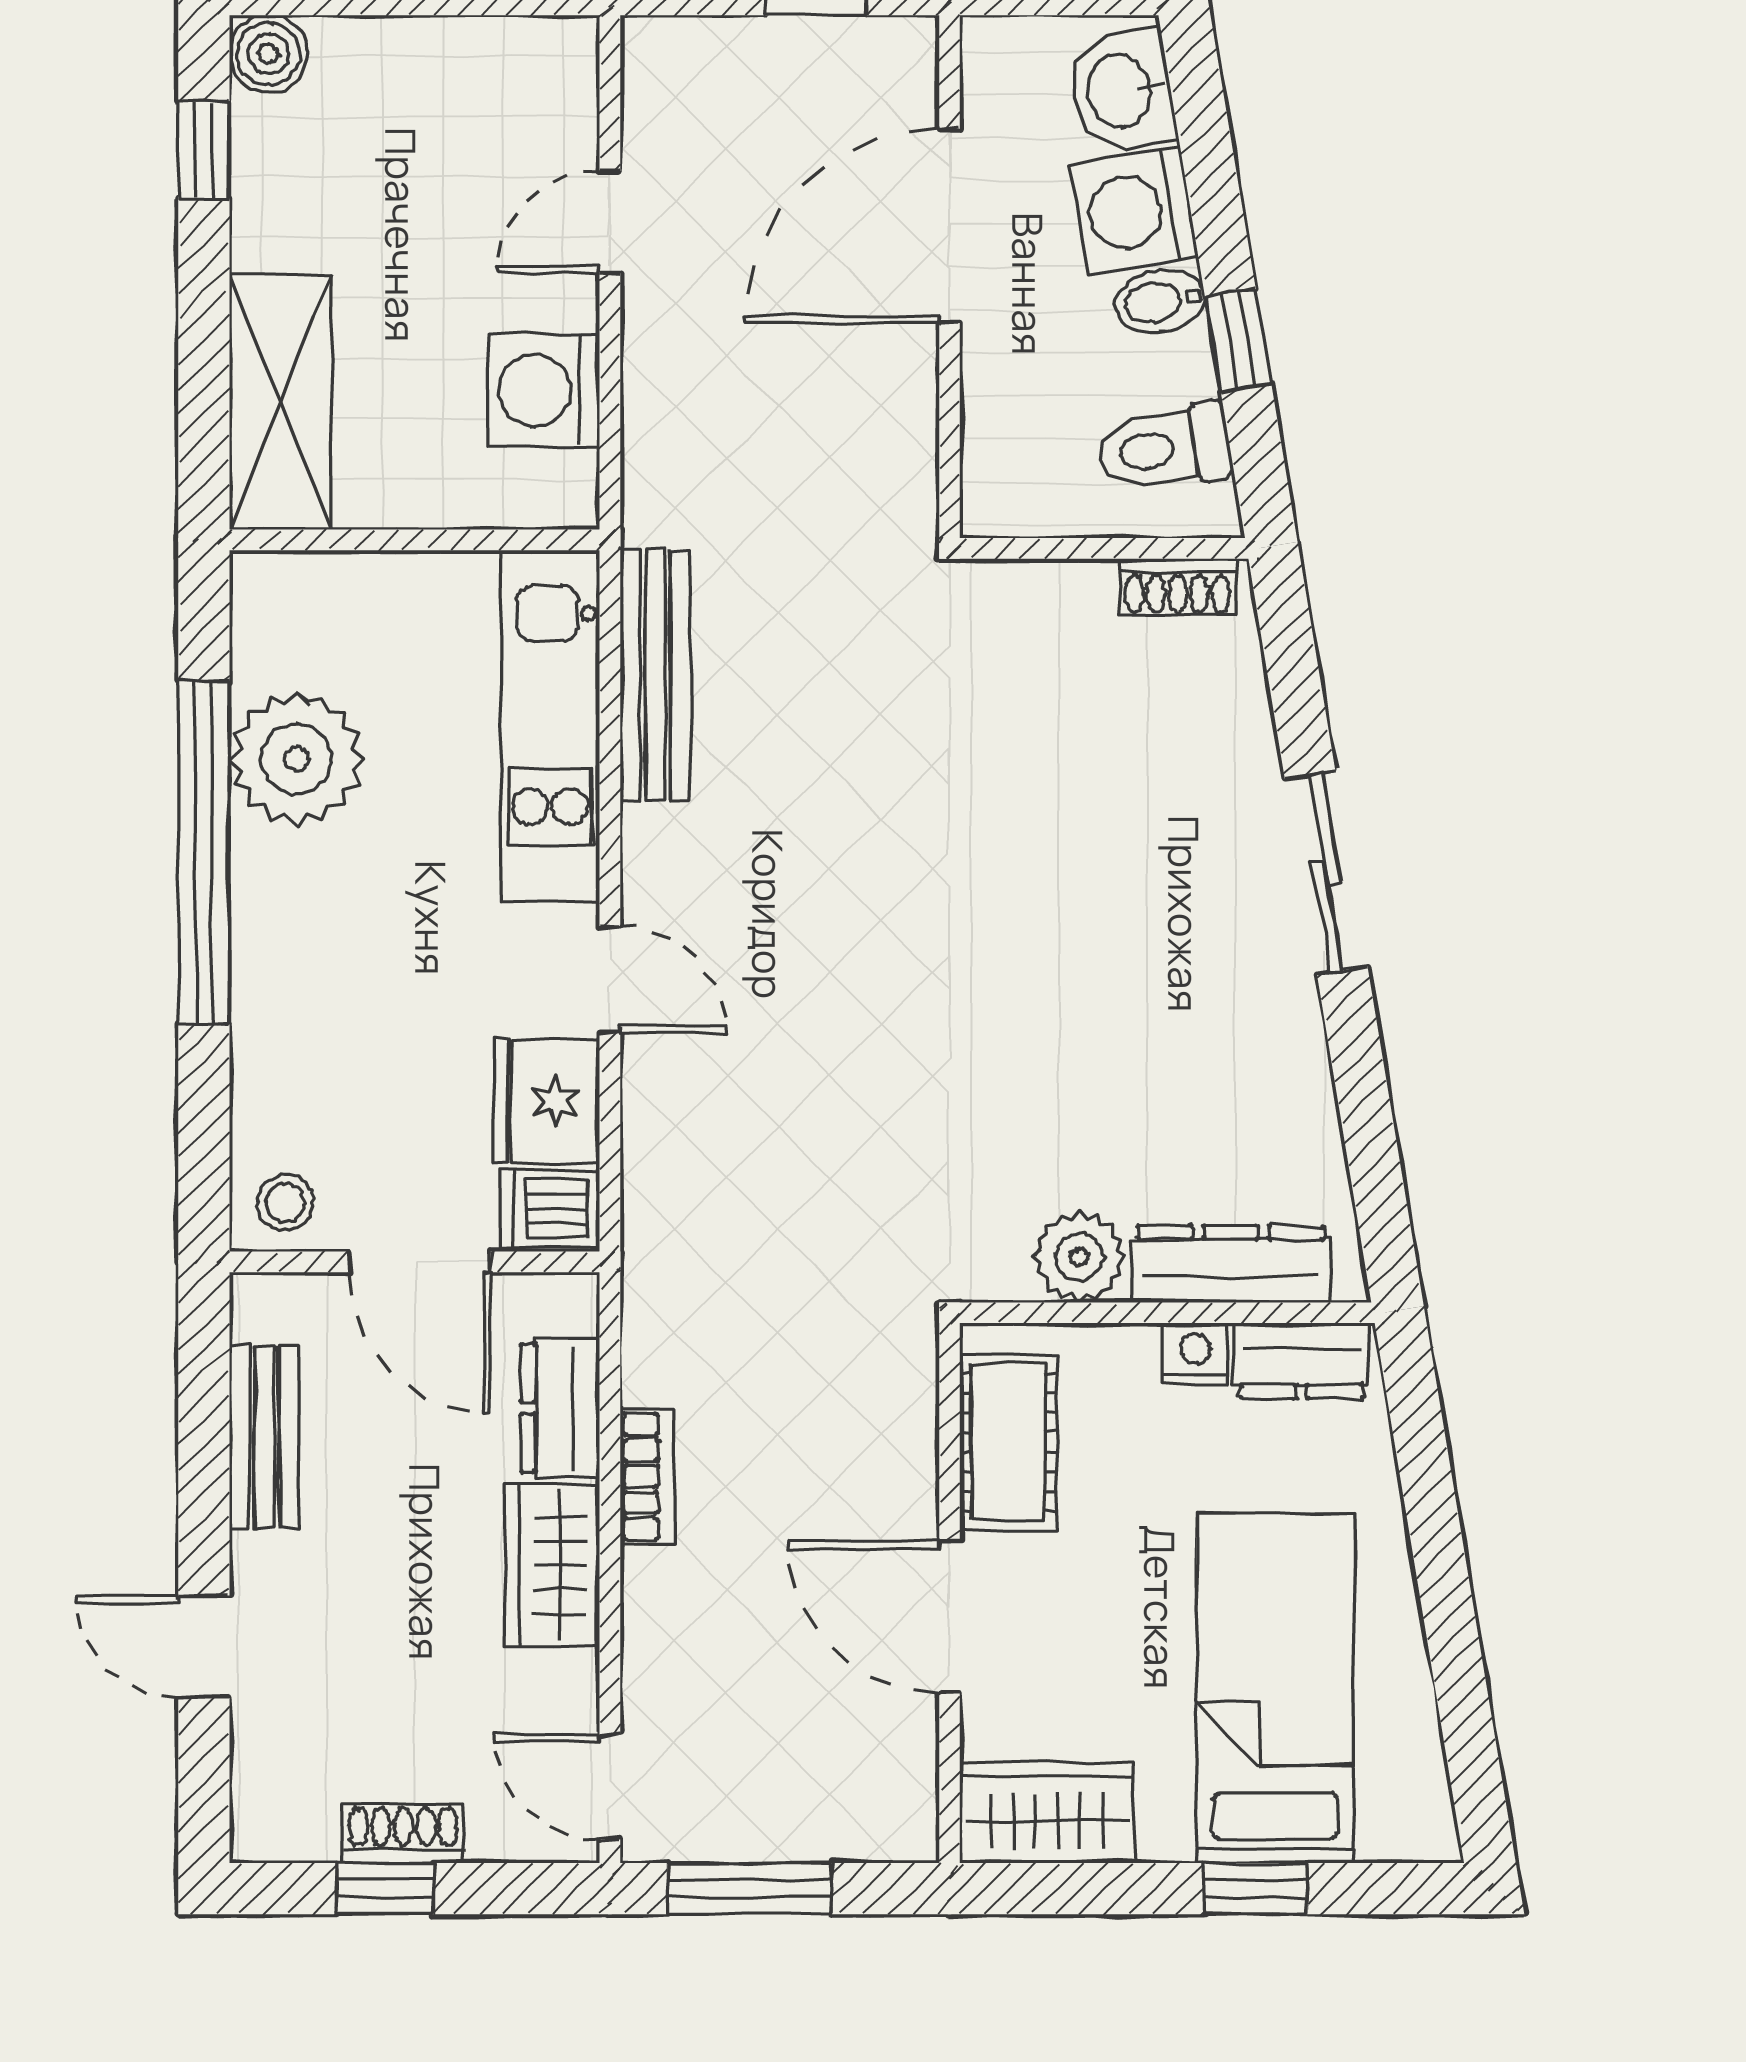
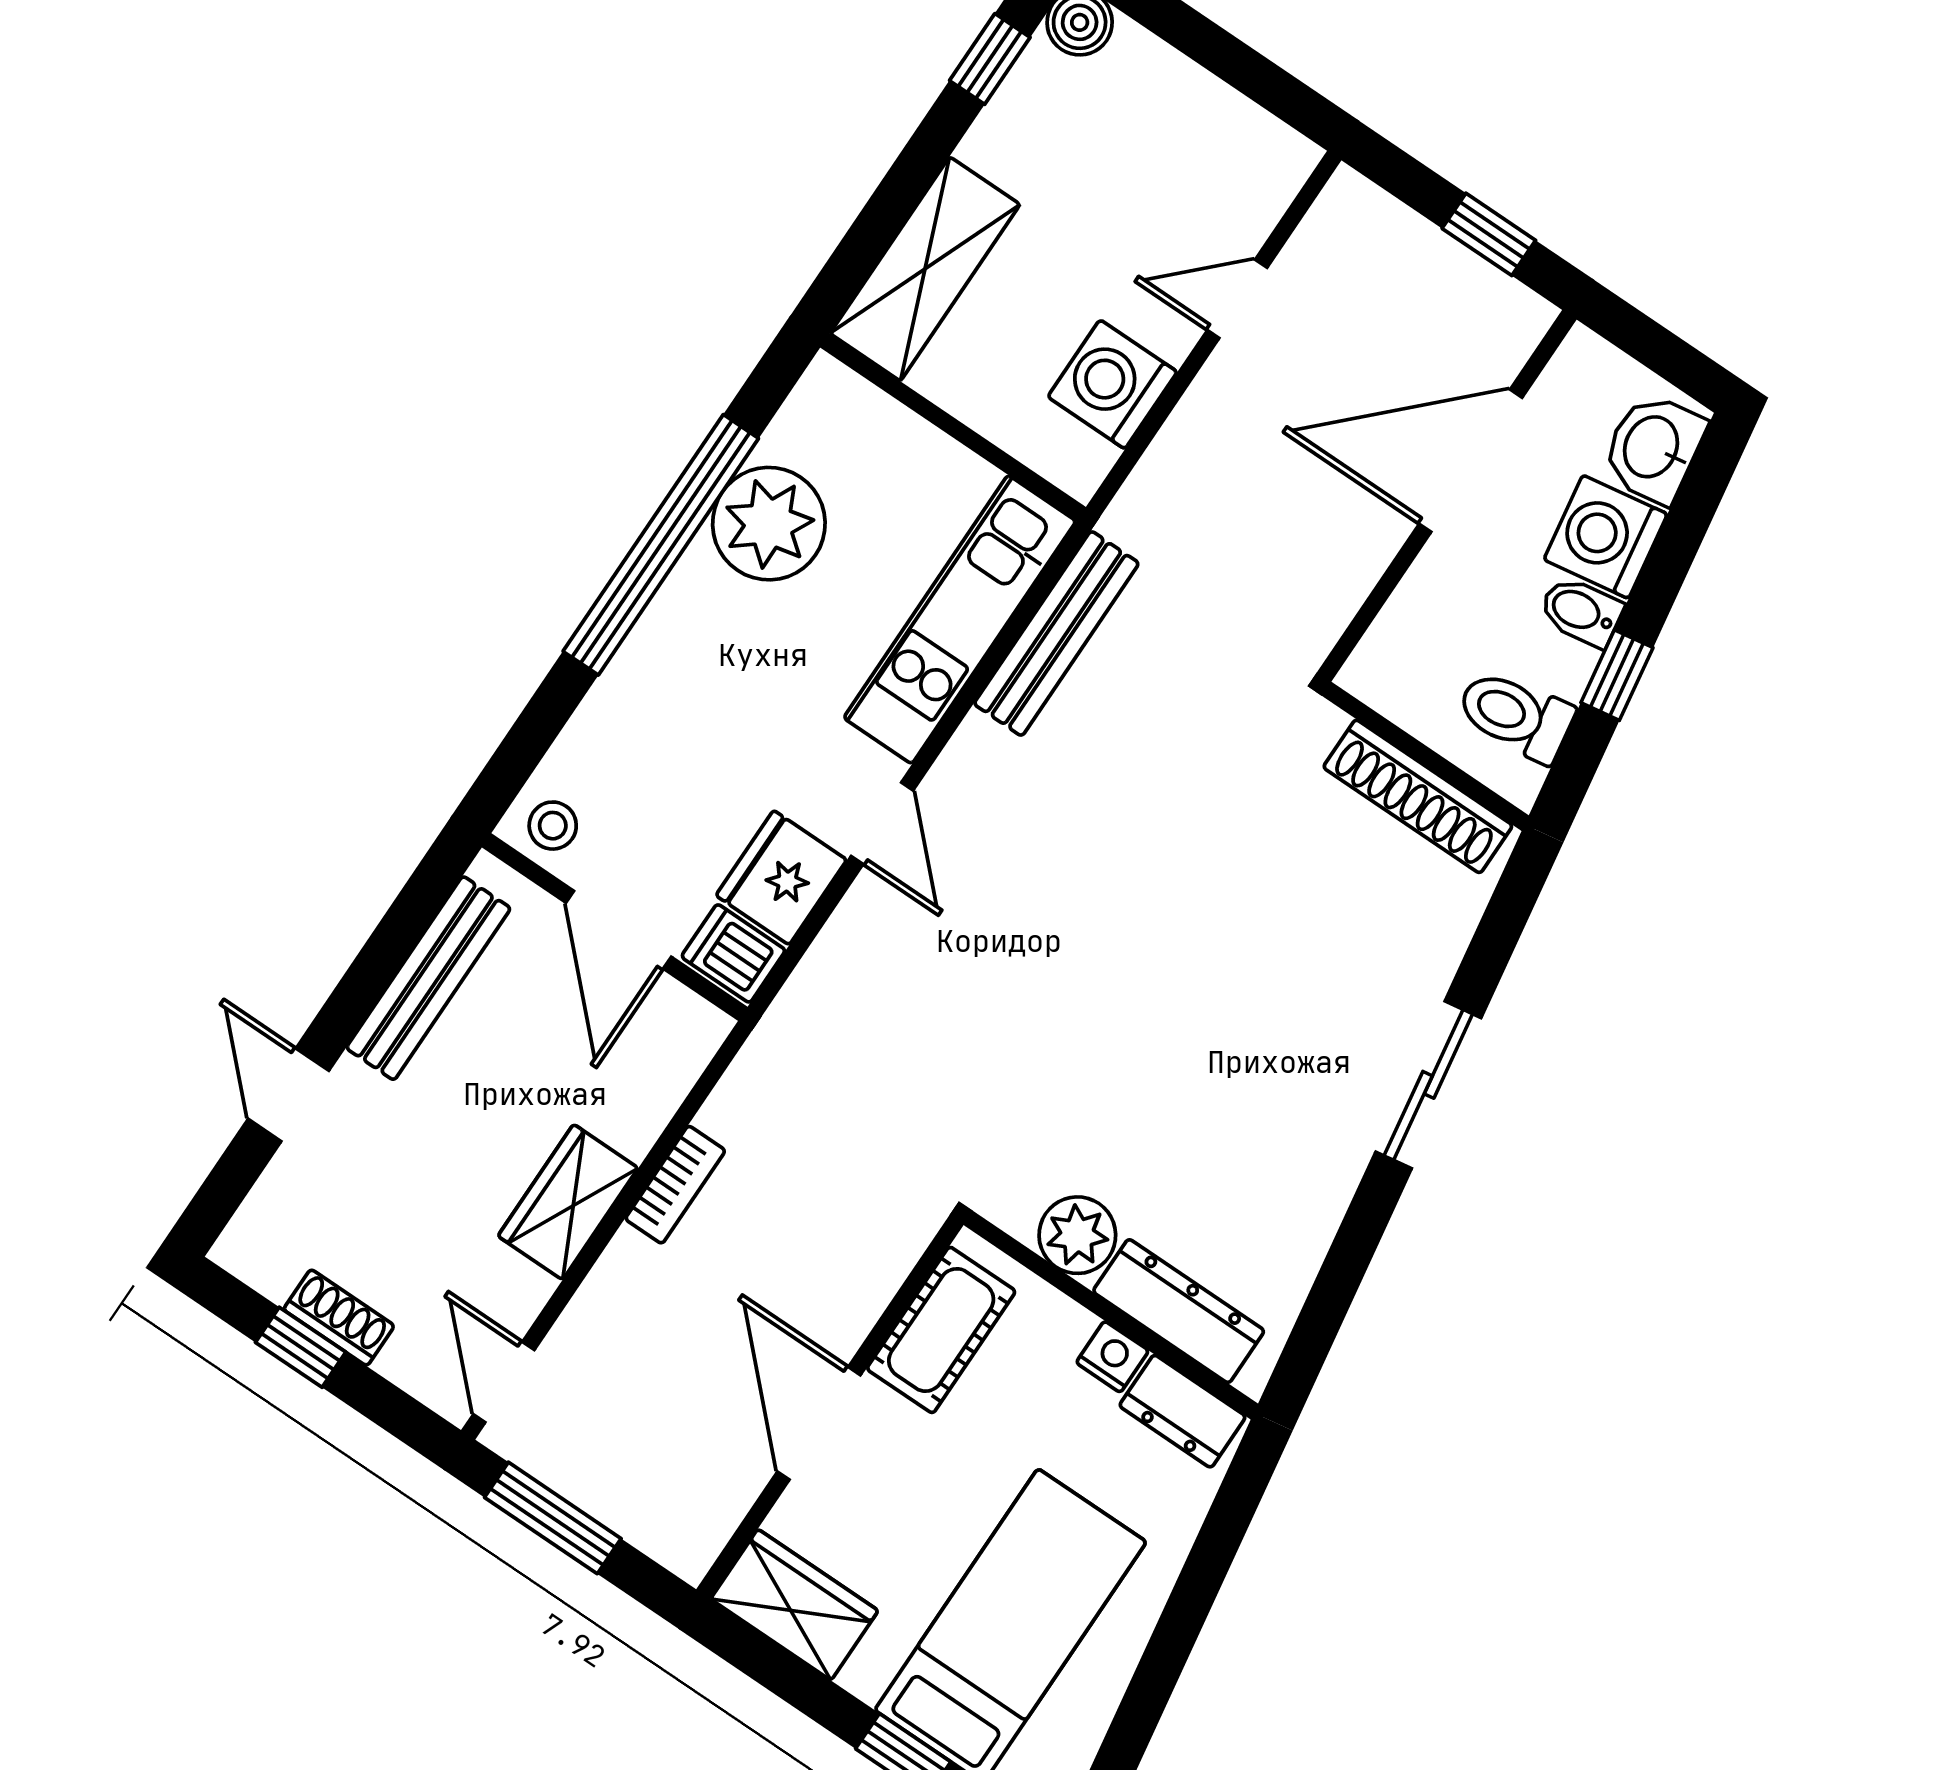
shoe rack: (1178, 587) -> (1418, 796), width x1.94, depth x1.24
dresser: (560, 1408) -> (647, 1097), removed
bench: (264, 1437) -> (428, 978), width x1.36

